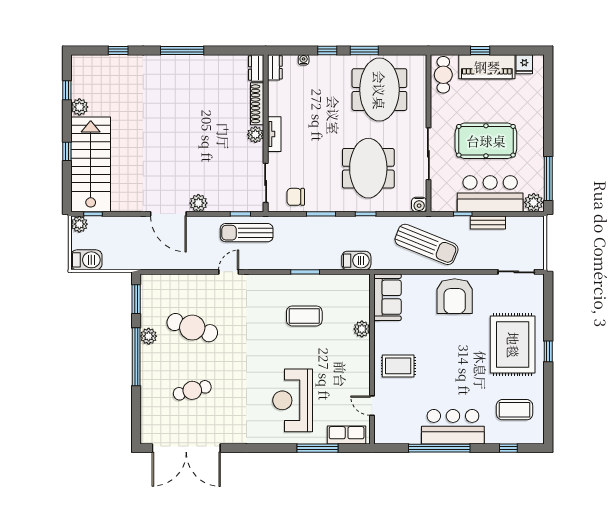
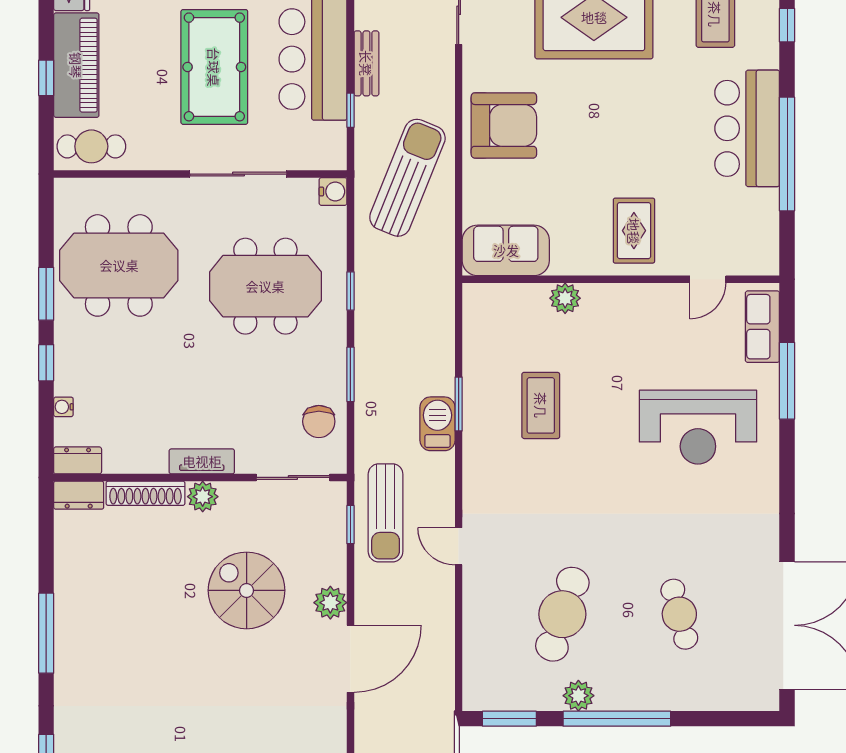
spiral stairs: (205, 158) -> (247, 590), added
barbecue: (356, 261) -> (437, 424), moved

